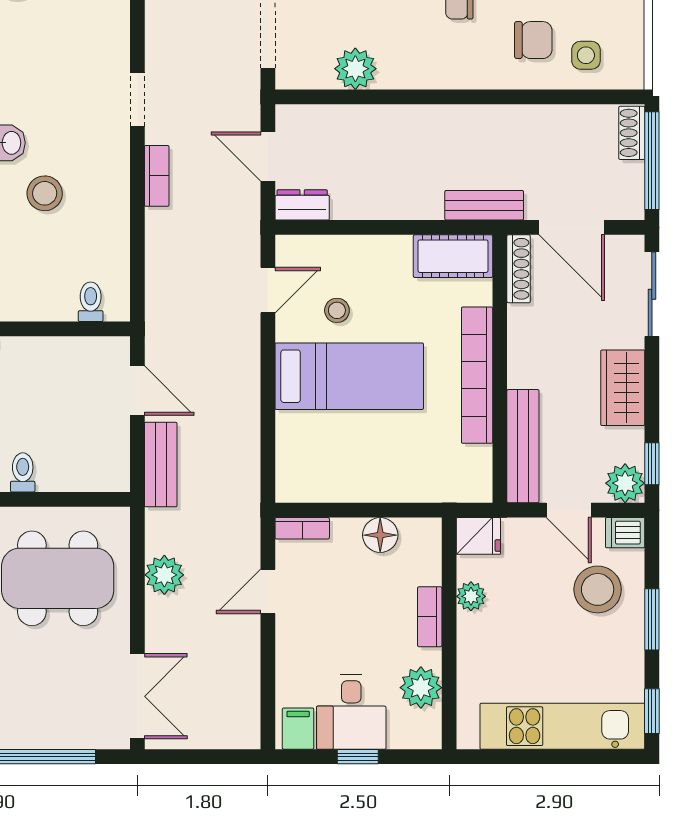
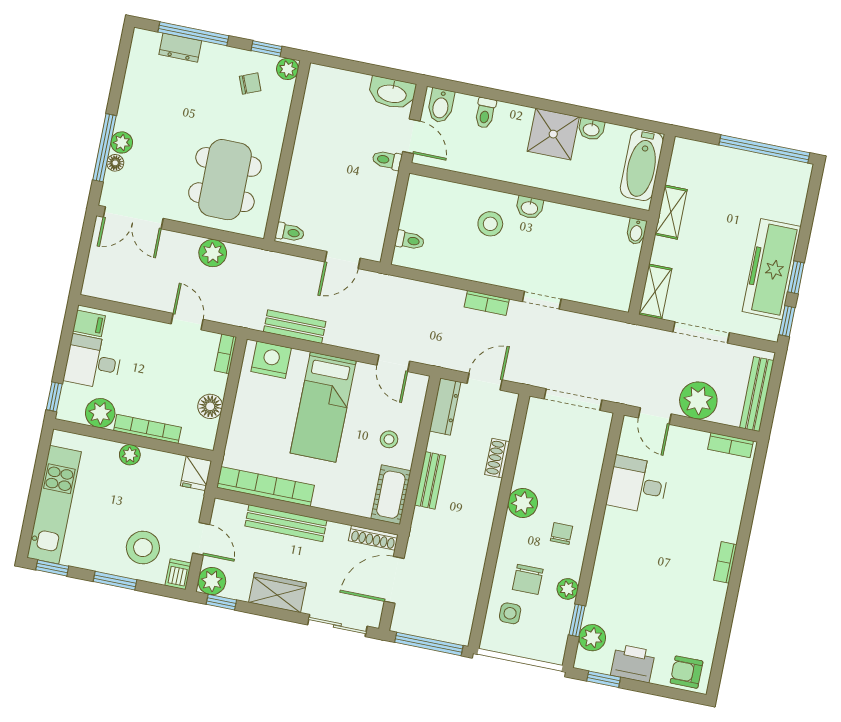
plant: (355, 69) -> (523, 503), moved
shoe rack: (632, 133) -> (497, 458), moved, turned -90
dresser: (302, 205) -> (445, 407), width x1.44
bench: (484, 205) -> (430, 480), moved
stool: (337, 310) -> (389, 439), moved
bookcase: (477, 375) -> (265, 486), moved
bench: (523, 446) -> (286, 523), moved
nightstand: (298, 463) -> (271, 360), added
bench: (161, 465) -> (295, 327), moved
toilet: (23, 472) -> (290, 232), moved
door: (569, 510) -> (201, 539), swing flipped
plant: (471, 596) -> (130, 455), moved
bookcase: (430, 617) -> (147, 429), width x1.56
plant: (35, 734) -> (122, 142), added
floor lamp: (65, 737) -> (115, 163), added
window: (358, 757) -> (54, 397), moved

